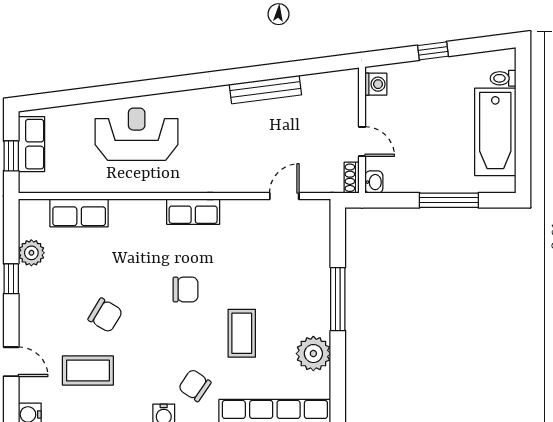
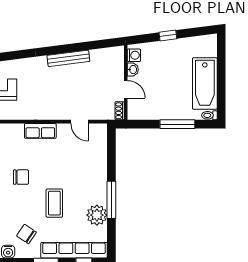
toilet: (503, 78) -> (209, 115), moved
washbasin: (374, 182) -> (133, 70), moved
door: (284, 196) -> (80, 122), swing flipped
row of seats: (193, 212) -> (40, 131), moved
window: (338, 299) -> (111, 200), moved

